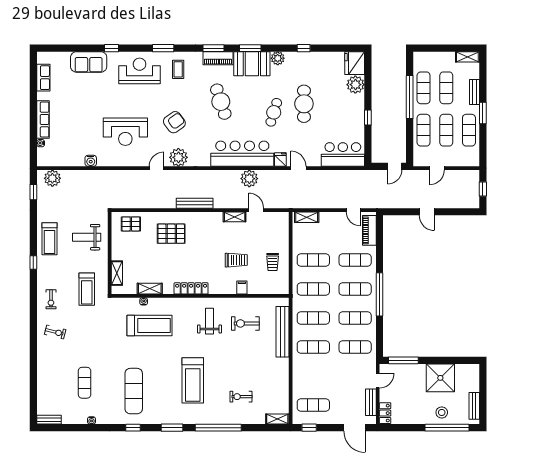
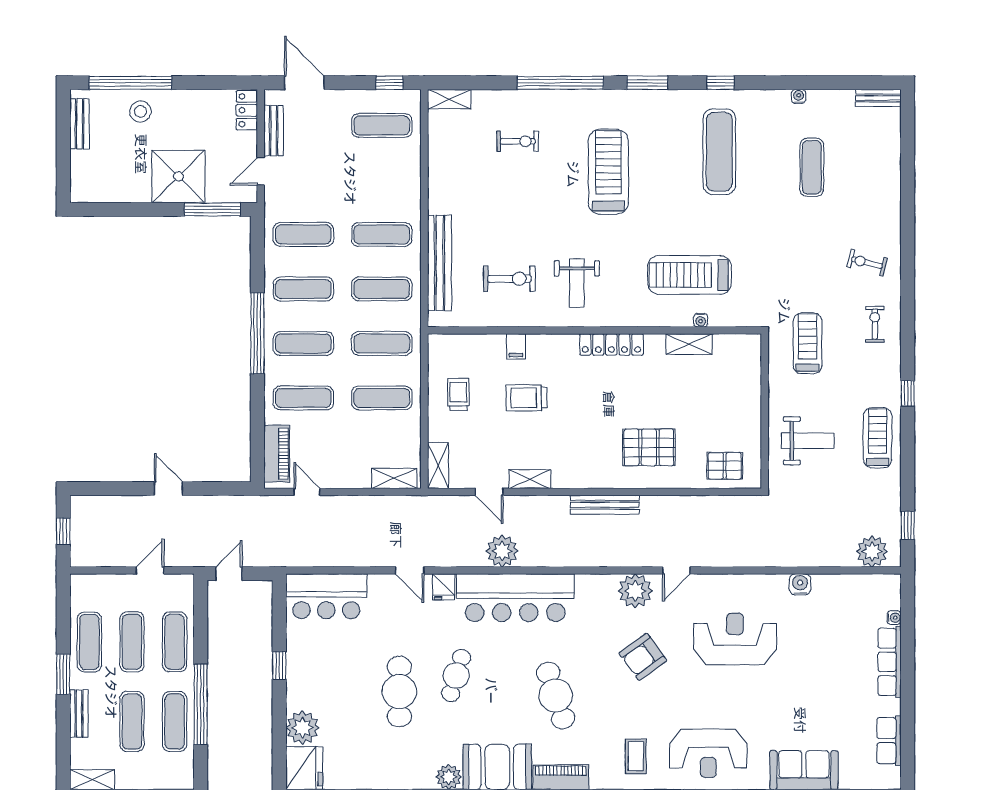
shelving: (117, 273) -> (438, 466), moved
shower: (440, 378) -> (178, 176), moved

